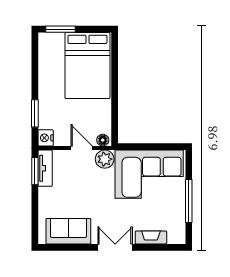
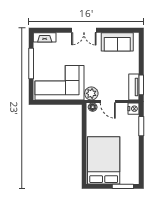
fireplace: (151, 238) -> (45, 37), moved

